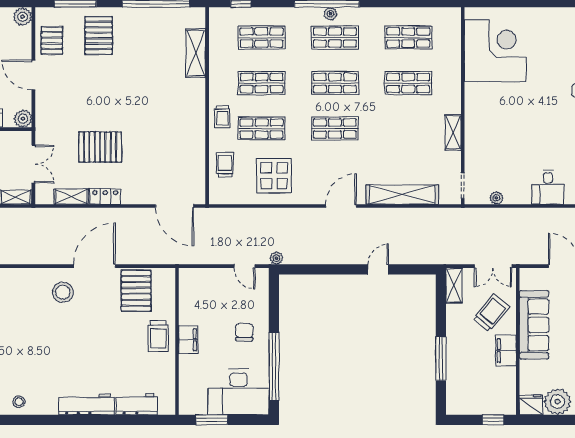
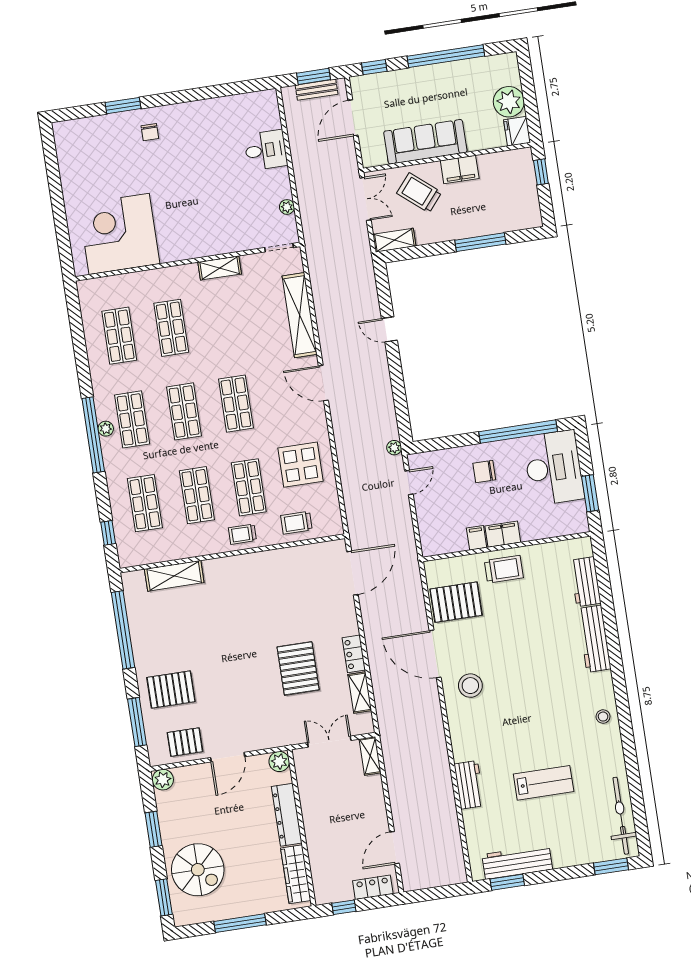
trolley: (222, 117) -> (242, 534), turned 180
filing cabinet: (189, 317) -> (477, 538), added

